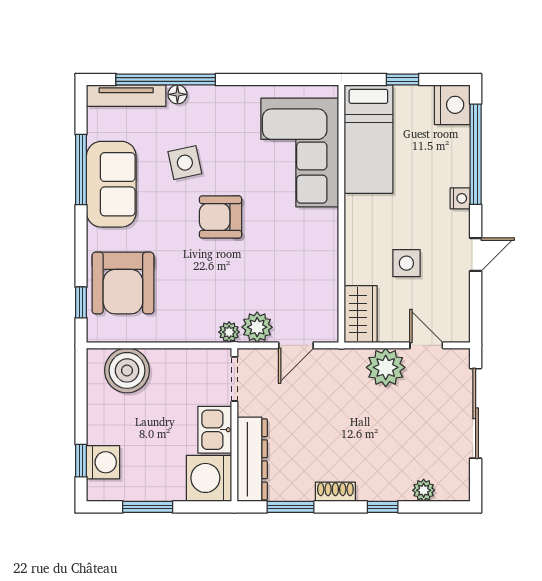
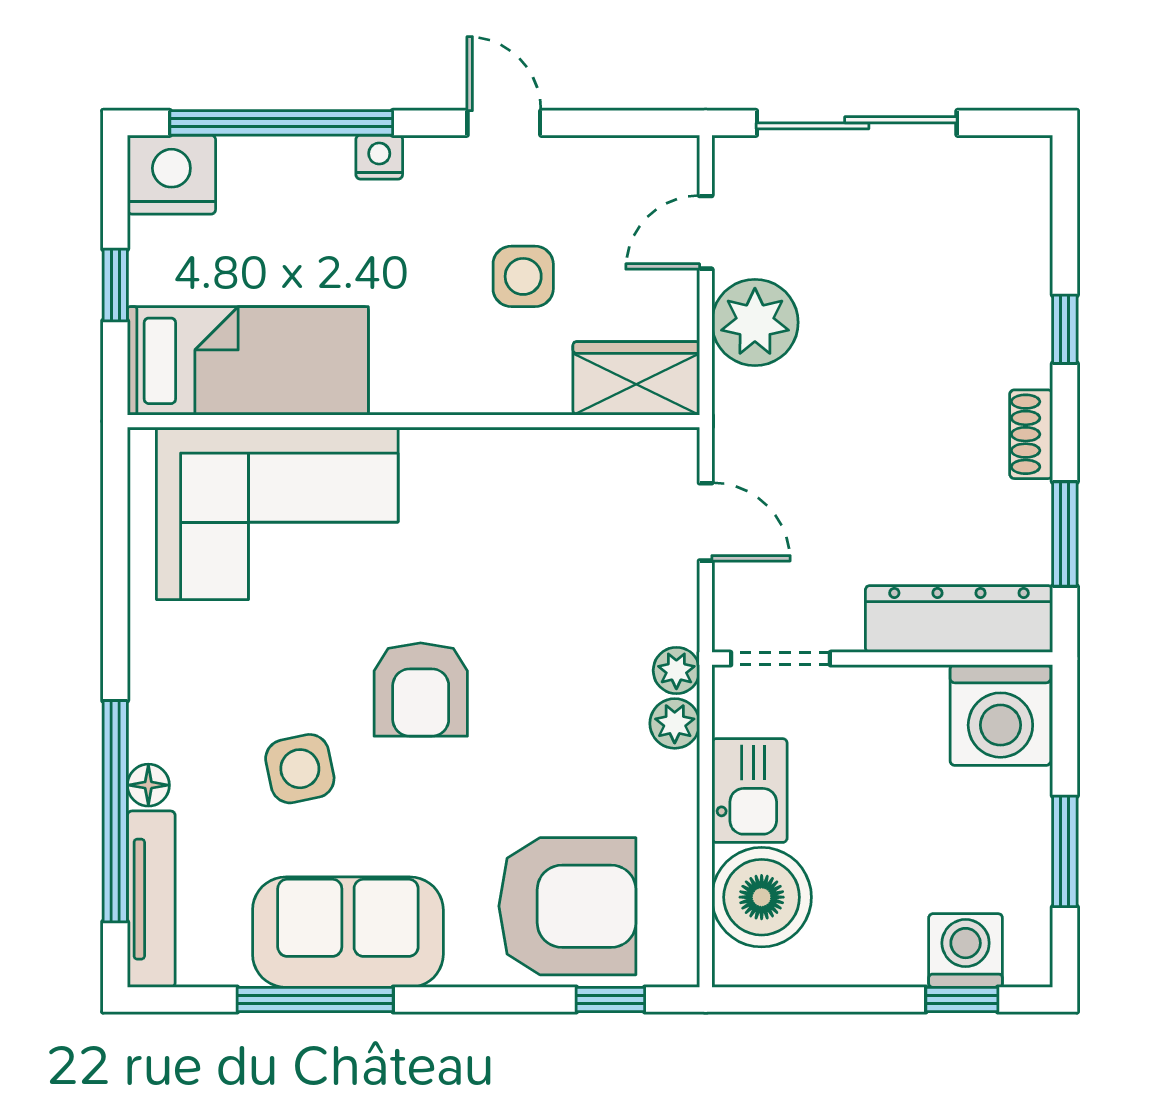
plant: (257, 327) -> (675, 723), moved, width x0.73, depth x0.73
kitchen sink: (215, 430) -> (749, 791), moved, turned -90
plant: (424, 490) -> (1028, 238), removed

